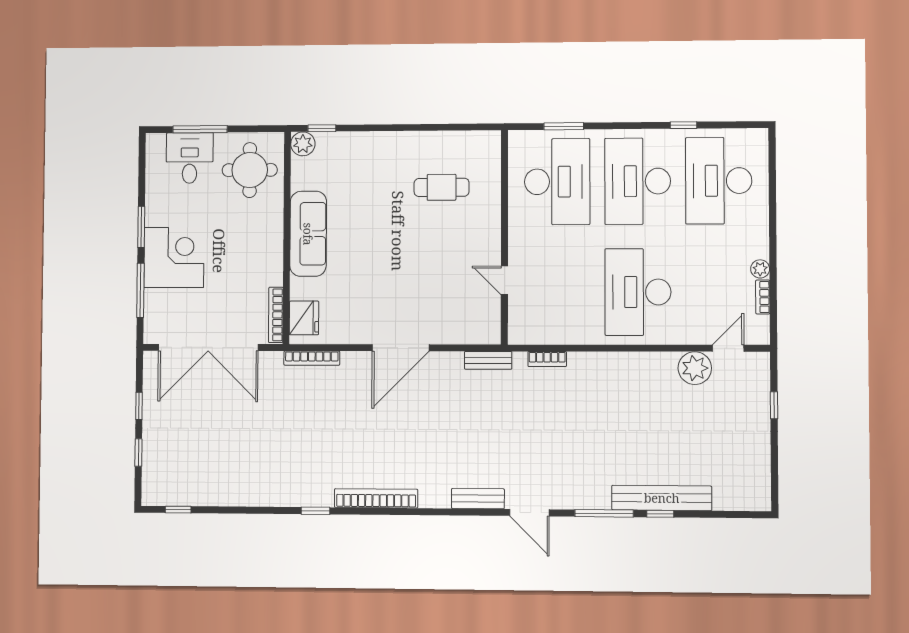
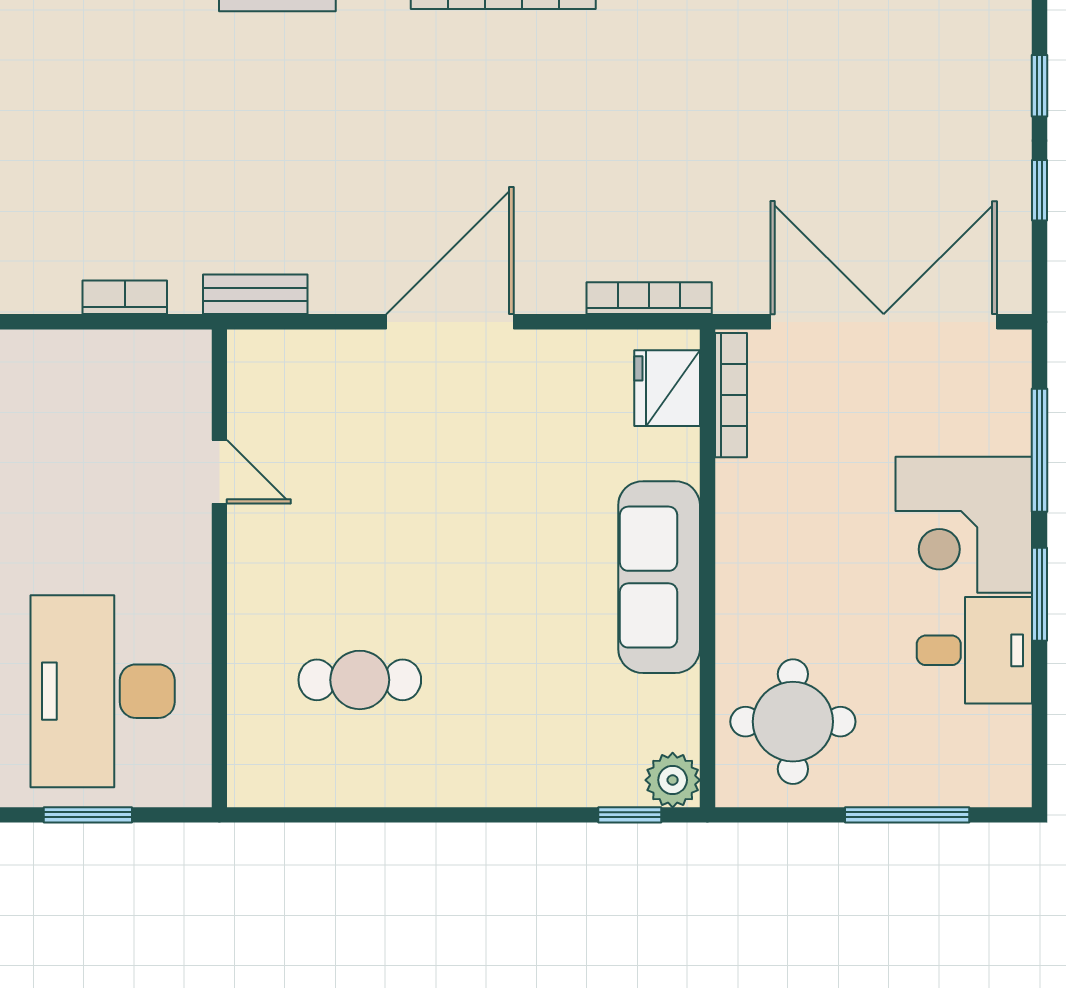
desk: (190, 158) -> (974, 650), moved, turned -90

